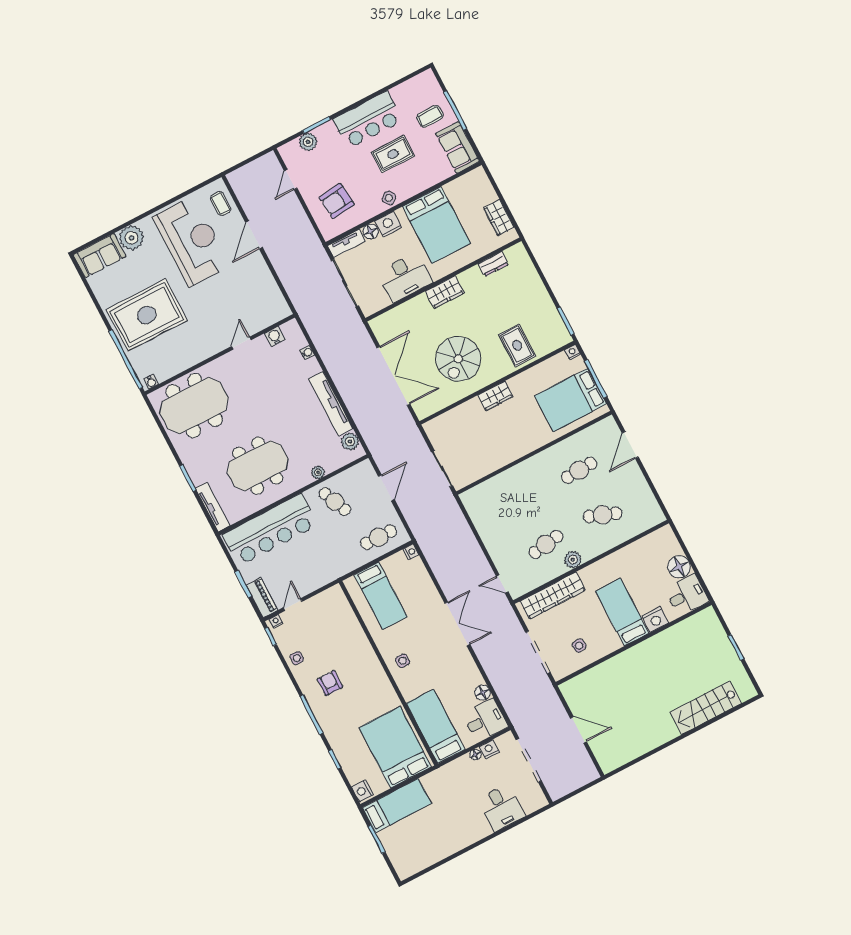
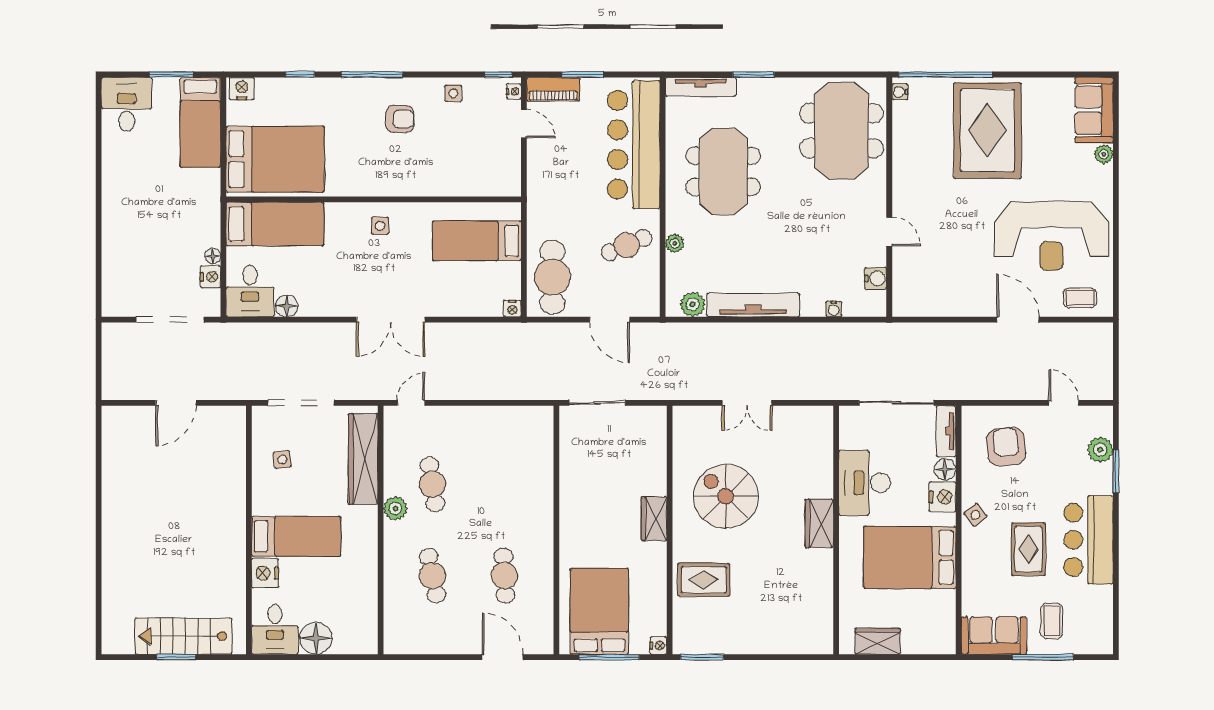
plant: (132, 238) -> (1104, 154), width x0.53, depth x0.53
dresser: (493, 264) -> (823, 604), removed
double door: (393, 376) -> (747, 403), width x0.54
cafe table: (602, 515) -> (432, 576), turned -33
cafe table: (379, 537) -> (552, 277), width x1.37, depth x1.35
stairs: (706, 708) -> (183, 636), moved, turned -90
desk: (501, 808) -> (126, 104), moved, turned 90

